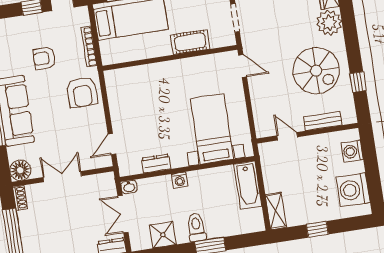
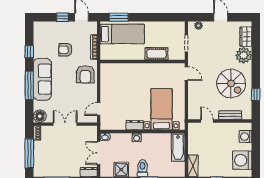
dresser: (156, 163) -> (135, 125), moved

